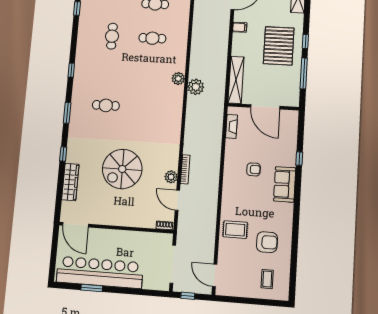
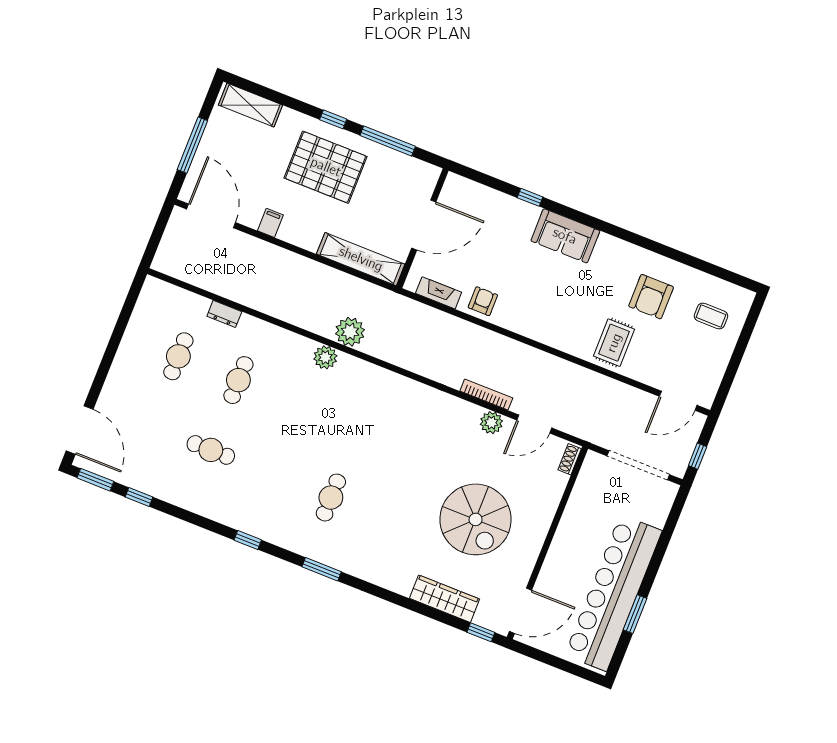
dresser: (184, 20) -> (224, 314), added
window: (63, 154) -> (481, 632), moved
spiral stairs: (122, 169) -> (476, 519), moved
armchair: (254, 169) -> (483, 301), moved
armchair: (267, 242) -> (651, 297), turned 180

